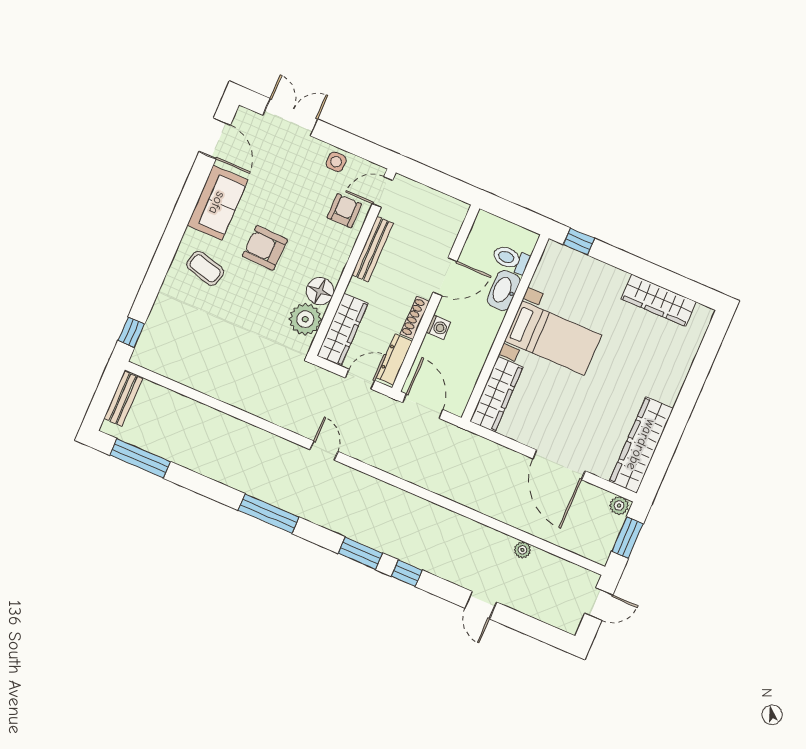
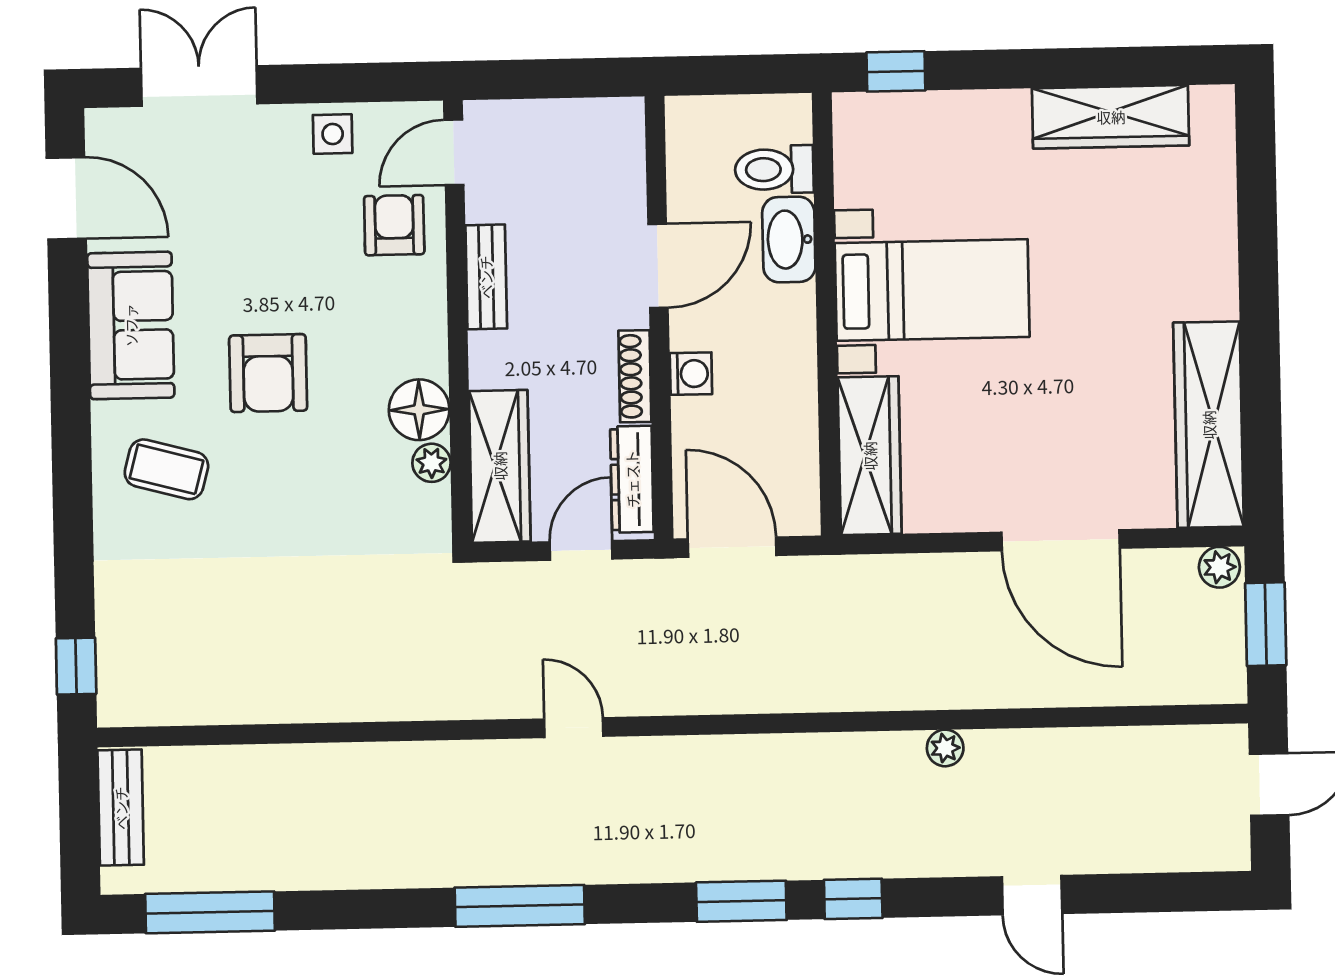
armchair: (265, 248) -> (268, 373), turned -92
bench: (372, 249) -> (486, 277), width x0.73
plant: (305, 319) -> (432, 463), width x0.53, depth x0.53
plant: (522, 550) -> (945, 748), moved

